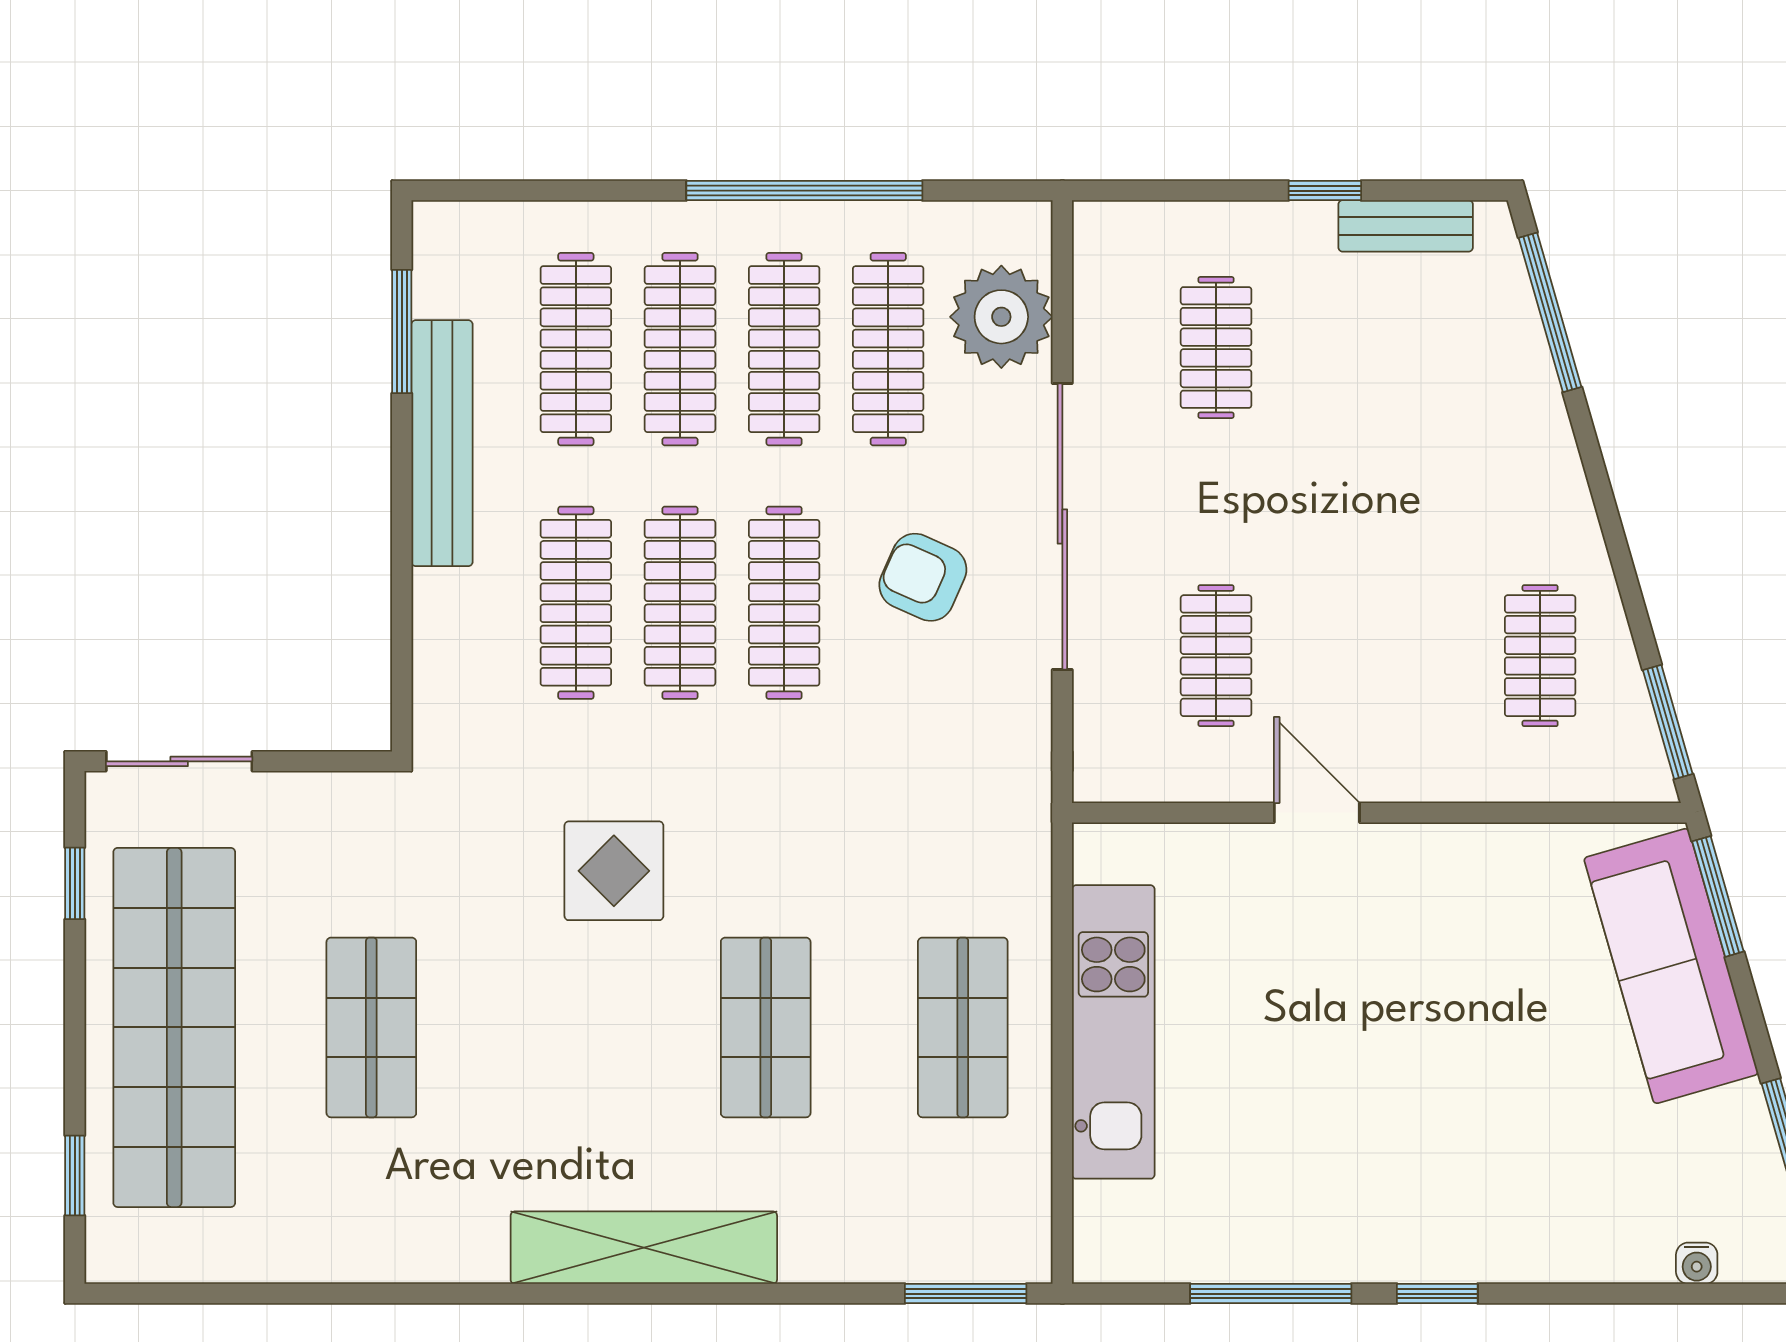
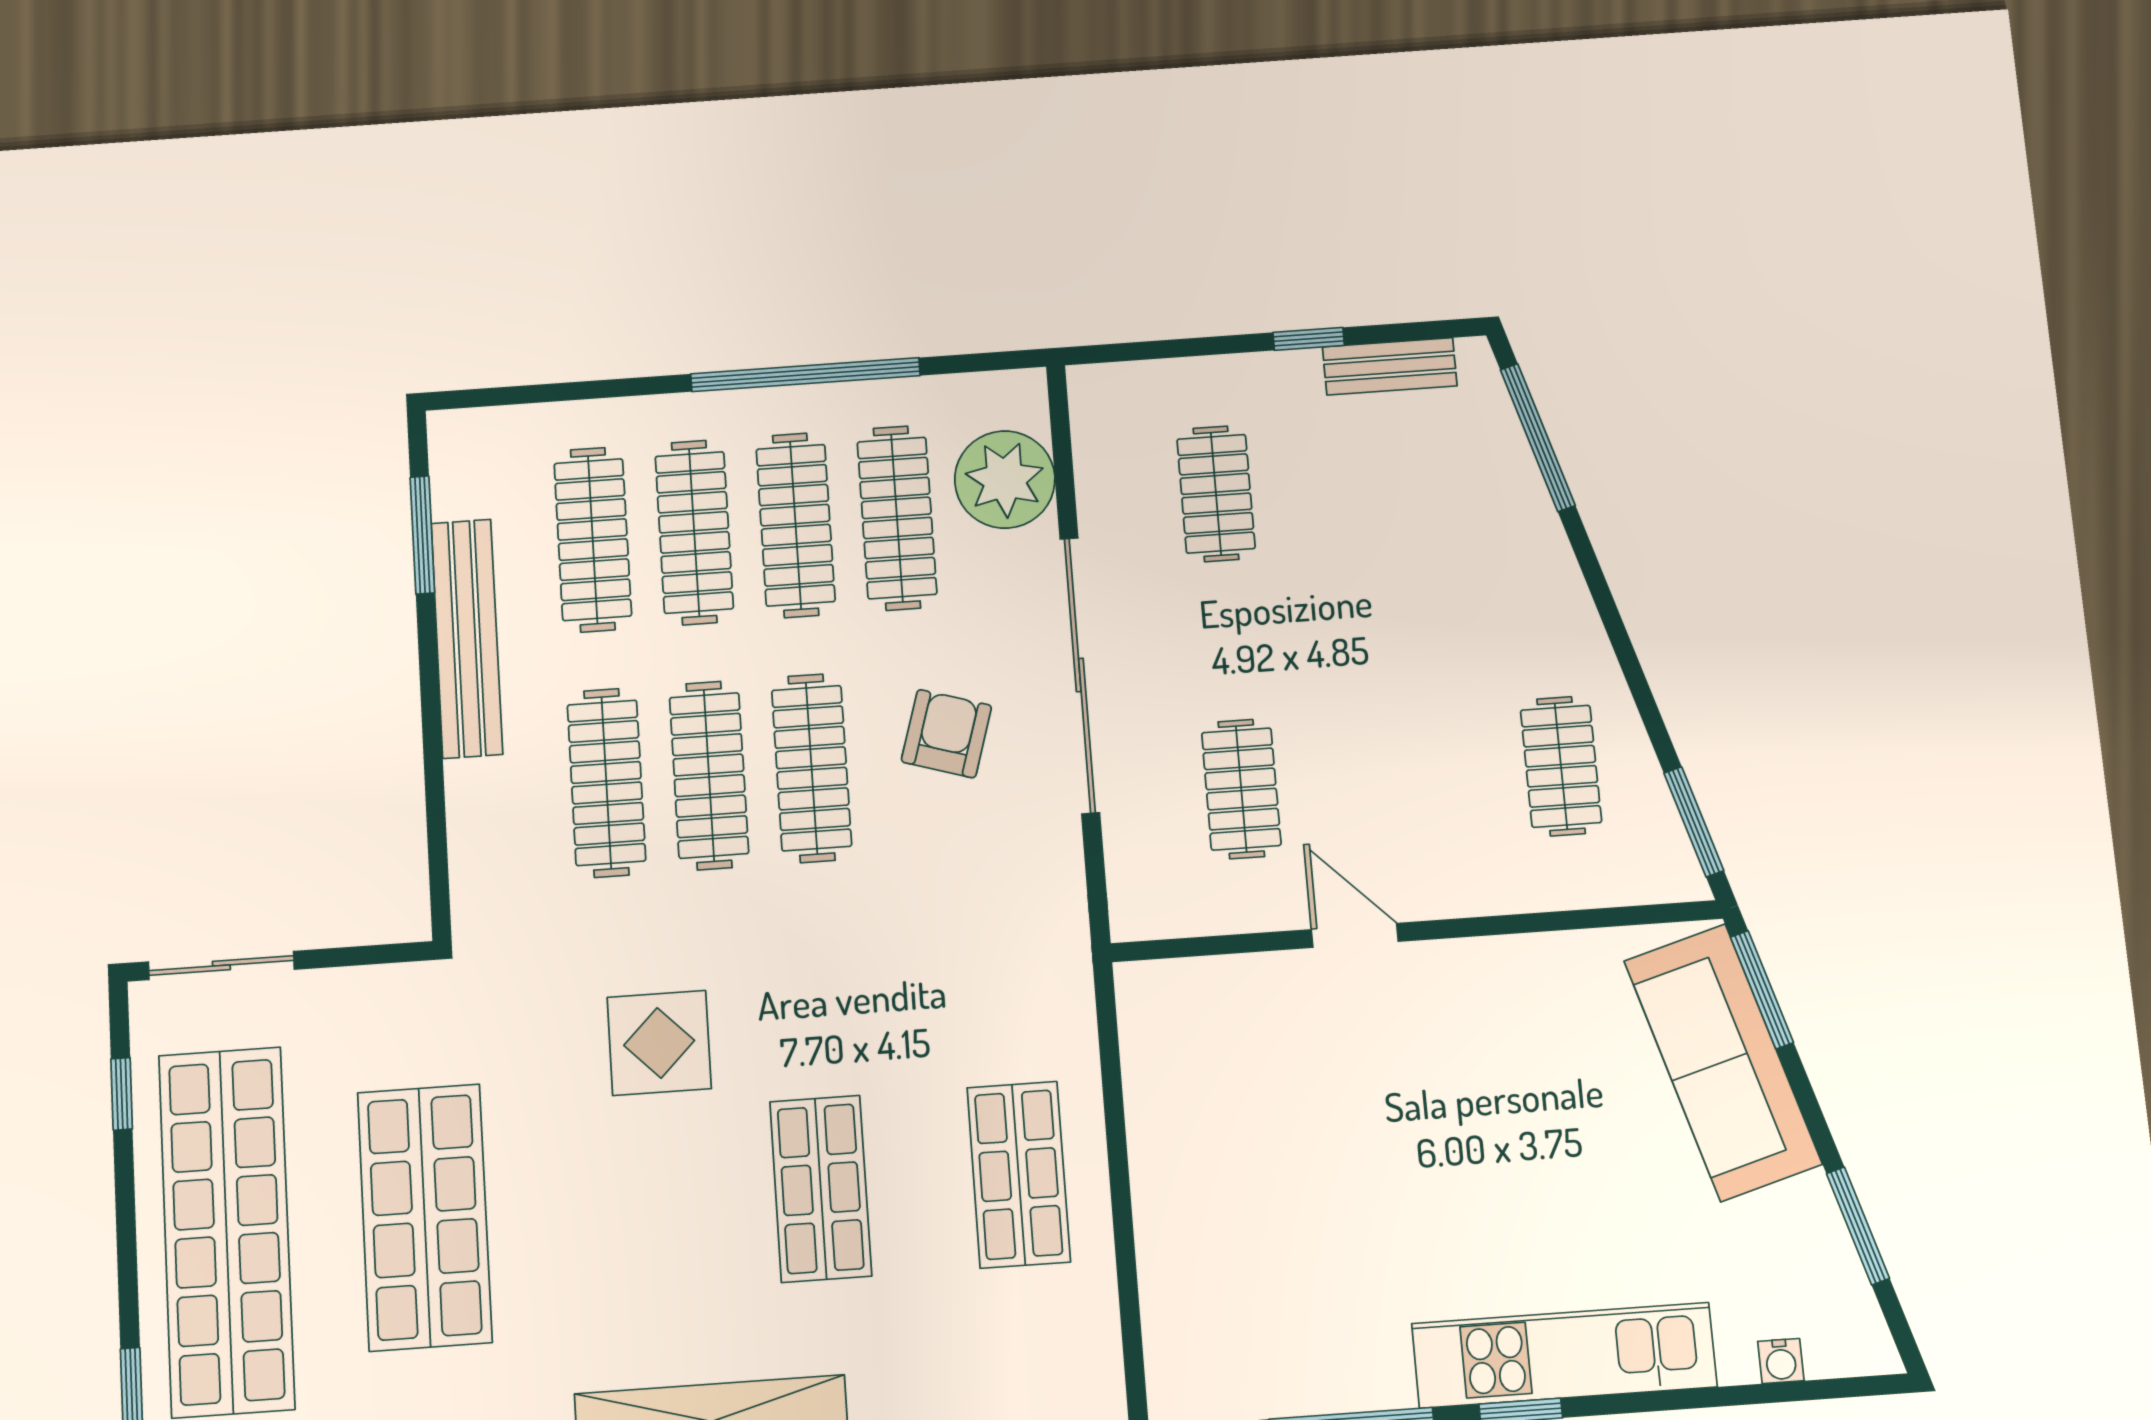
armchair: (923, 577) -> (946, 734), turned 83
shop shelf: (371, 1027) -> (425, 1217), width x1.43, depth x1.36
kitchen unit: (1113, 1032) -> (1564, 1355), moved, turned -90

